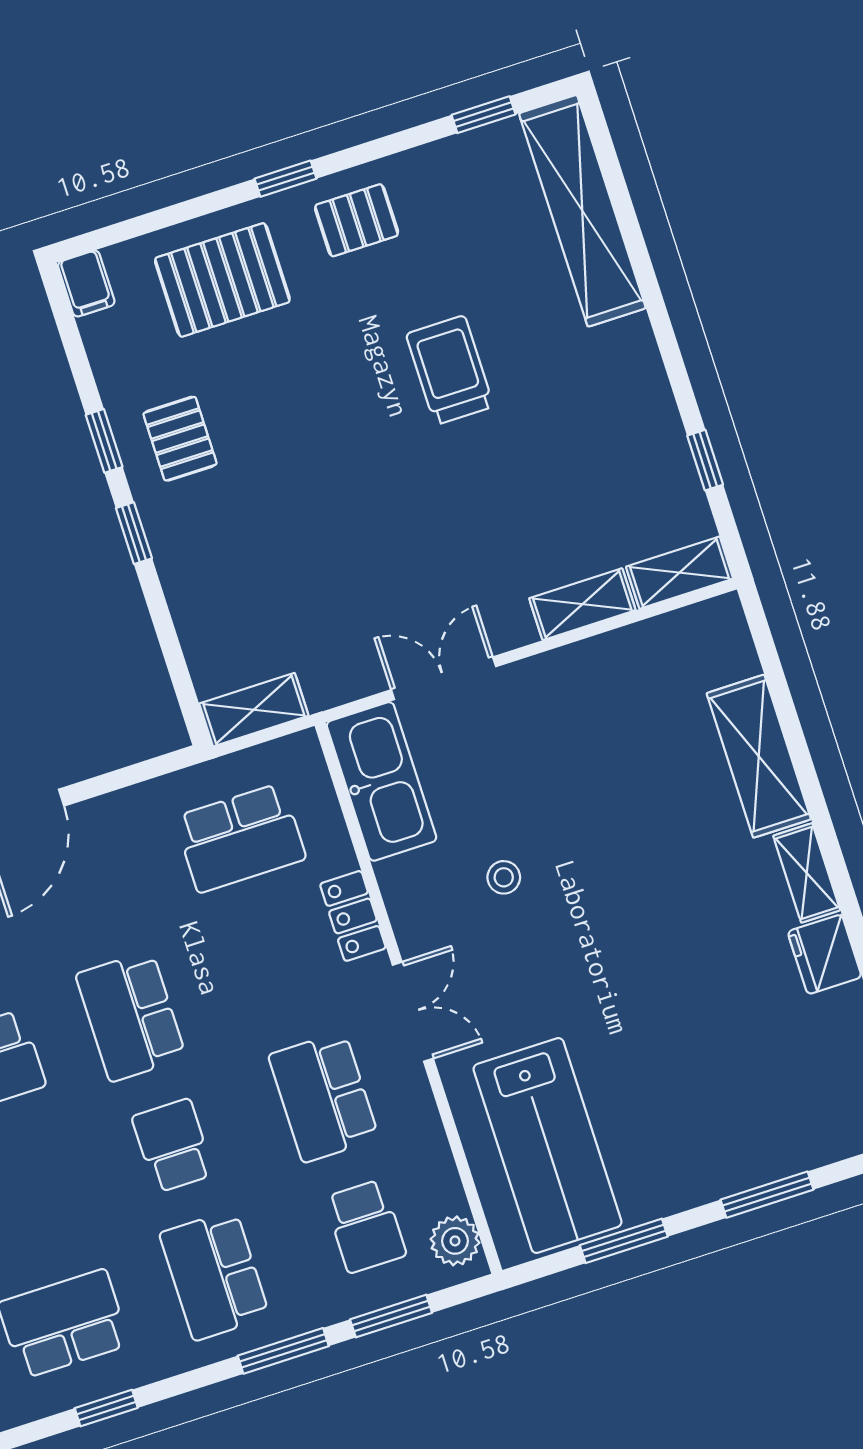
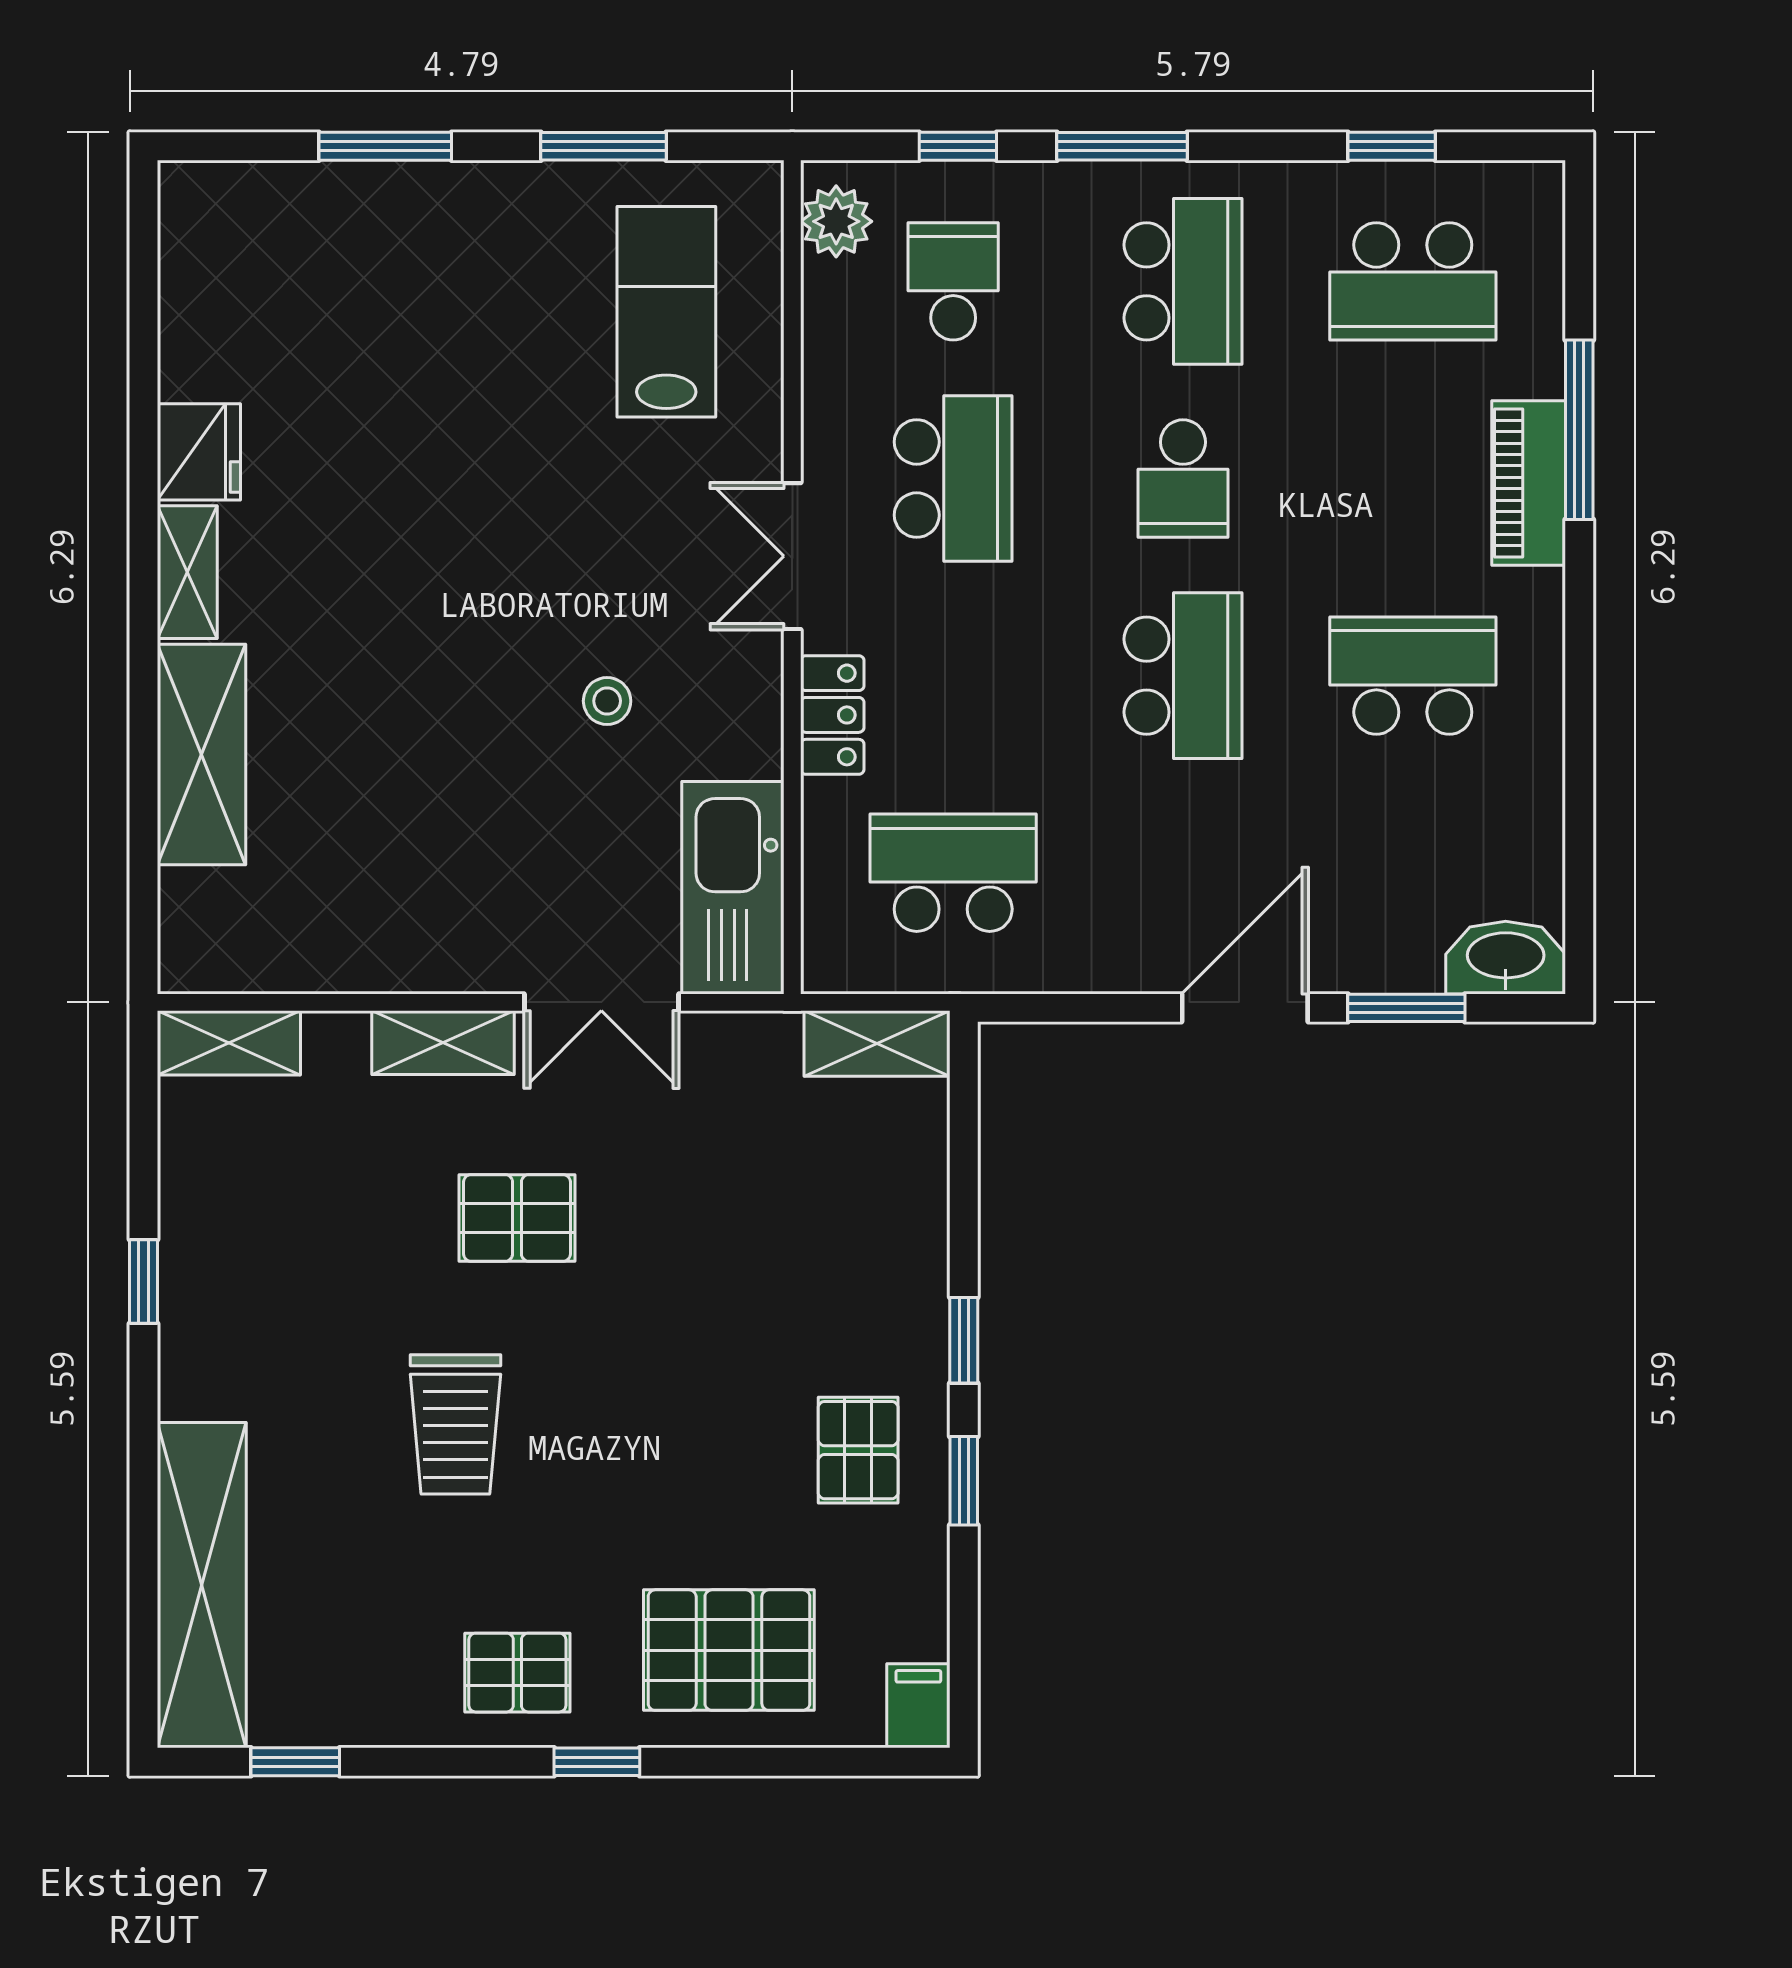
window: (705, 460) -> (144, 1281), moved
pallet: (453, 519) -> (517, 1218), added
shelving: (582, 604) -> (443, 1043), moved
lab bench: (547, 1146) -> (666, 312), width x0.73, depth x0.72
window: (391, 1316) -> (958, 146), width x0.67

